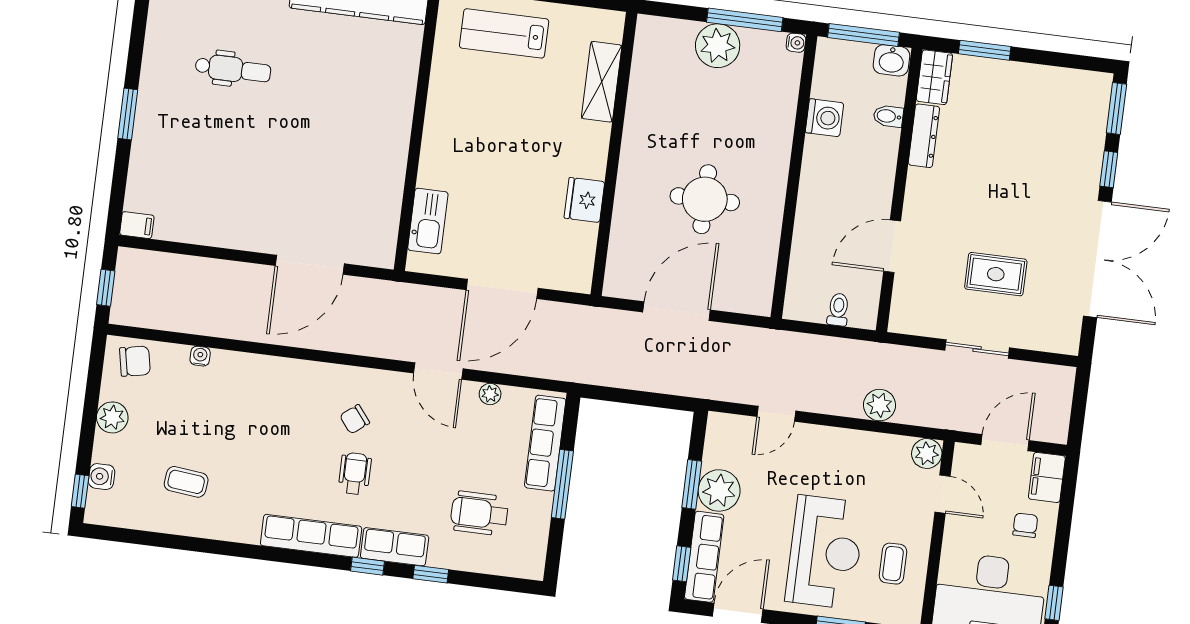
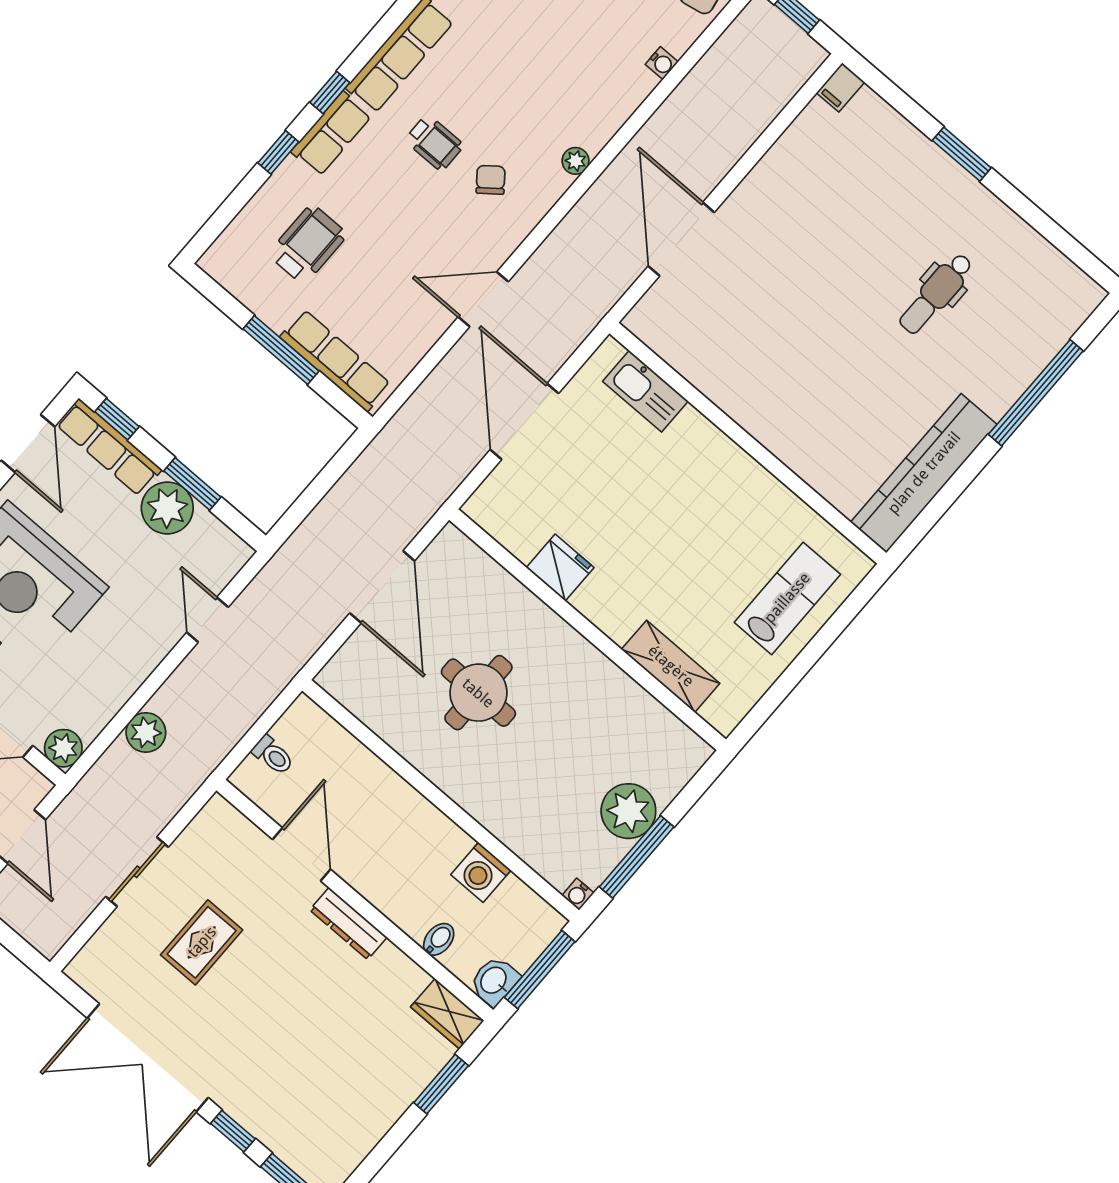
dresser: (924, 136) -> (348, 924), moved
plant: (490, 394) -> (576, 161), moved

